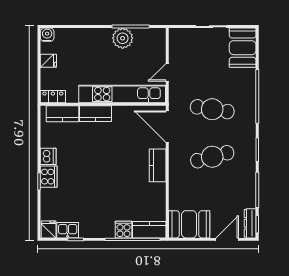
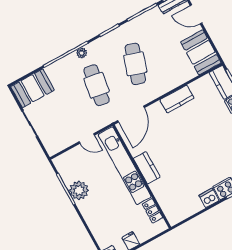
locker: (53, 97) -> (152, 211), moved
plant: (250, 112) -> (82, 53), added
kitchen counter: (62, 114) -> (168, 205), removed
kitchen counter: (96, 114) -> (147, 168), moved
cafe table: (212, 157) -> (135, 64), turned 33
kitchen counter: (158, 165) -> (177, 99), moved

